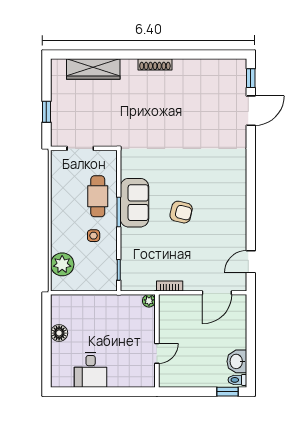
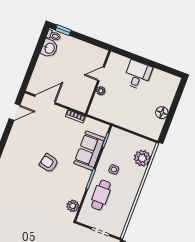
plant: (129, 168) -> (73, 206), added
sofa: (134, 203) -> (89, 151), moved
plant: (149, 301) -> (101, 91), moved
desk: (91, 370) -> (138, 75), moved

